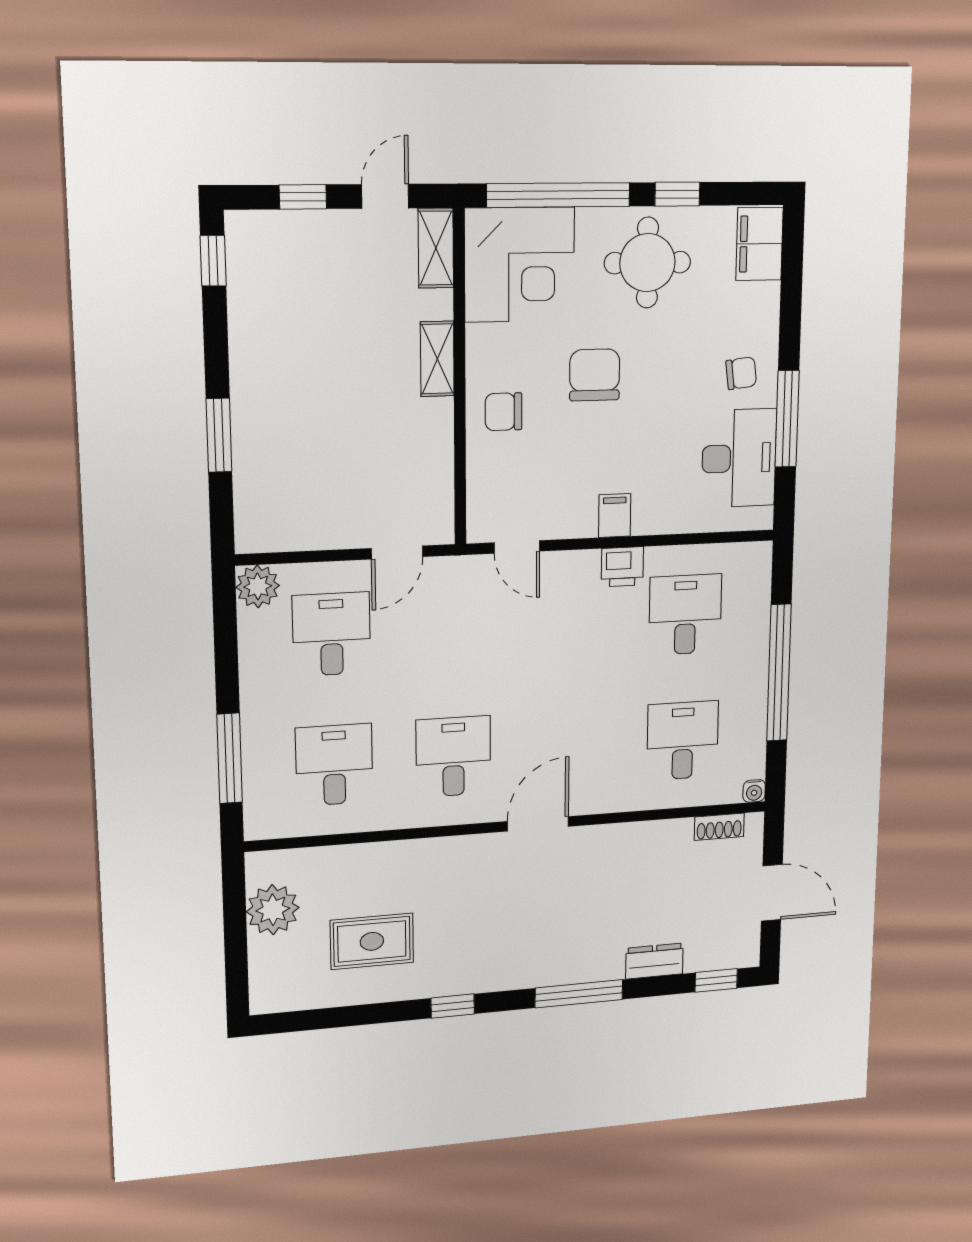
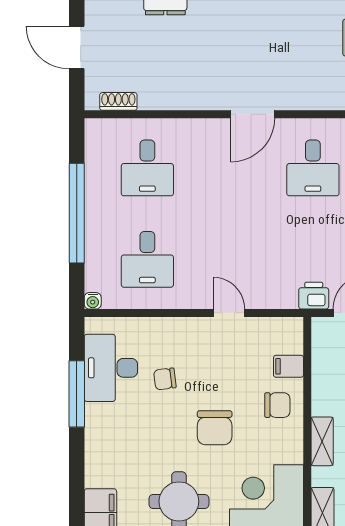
chair: (741, 373) -> (165, 379), moved
filing cabinet: (615, 515) -> (288, 366), moved, turned 90
door: (517, 547) -> (229, 313), moved
printer: (622, 567) -> (314, 296), moved
water cooler: (754, 791) -> (93, 301), moved, turned 180

